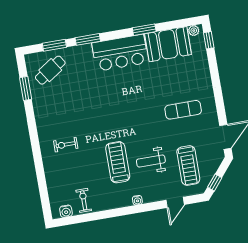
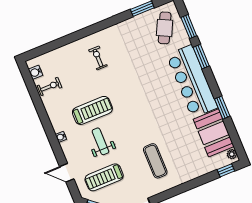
bar counter: (120, 53) -> (192, 81), width x1.36
cafe table: (50, 70) -> (165, 28), turned 59

